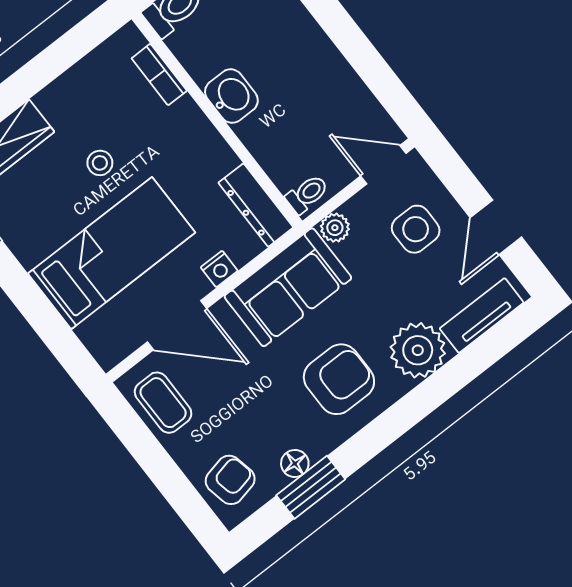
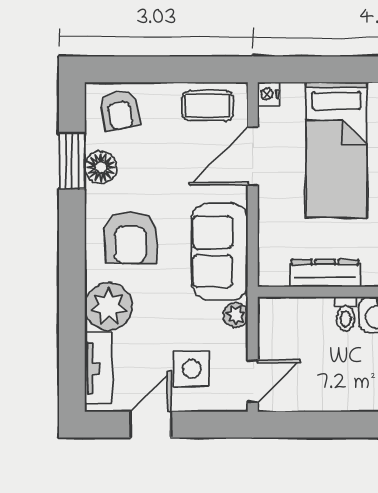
toilet: (307, 194) -> (346, 314), moved
dresser: (256, 205) -> (325, 273), moved
door: (496, 227) -> (151, 425), hinge flipped
nightstand: (219, 269) -> (269, 94), moved
floor lamp: (295, 464) -> (101, 167), width x1.37, depth x1.37

